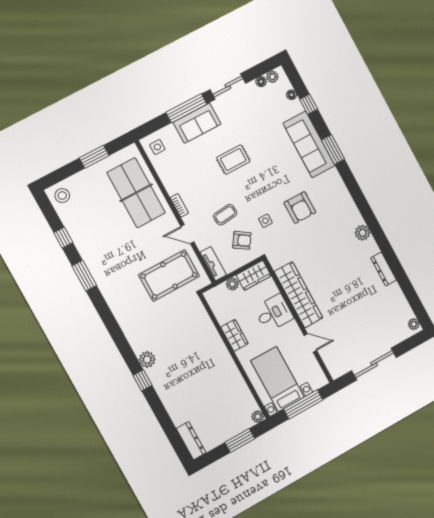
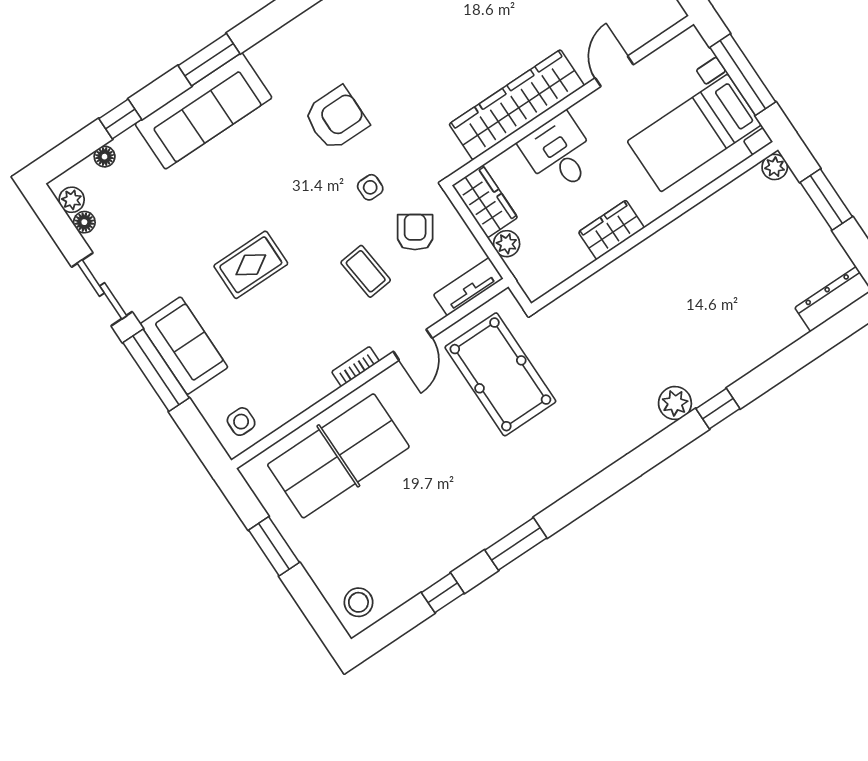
rug: (233, 160) -> (251, 265), turned 90

